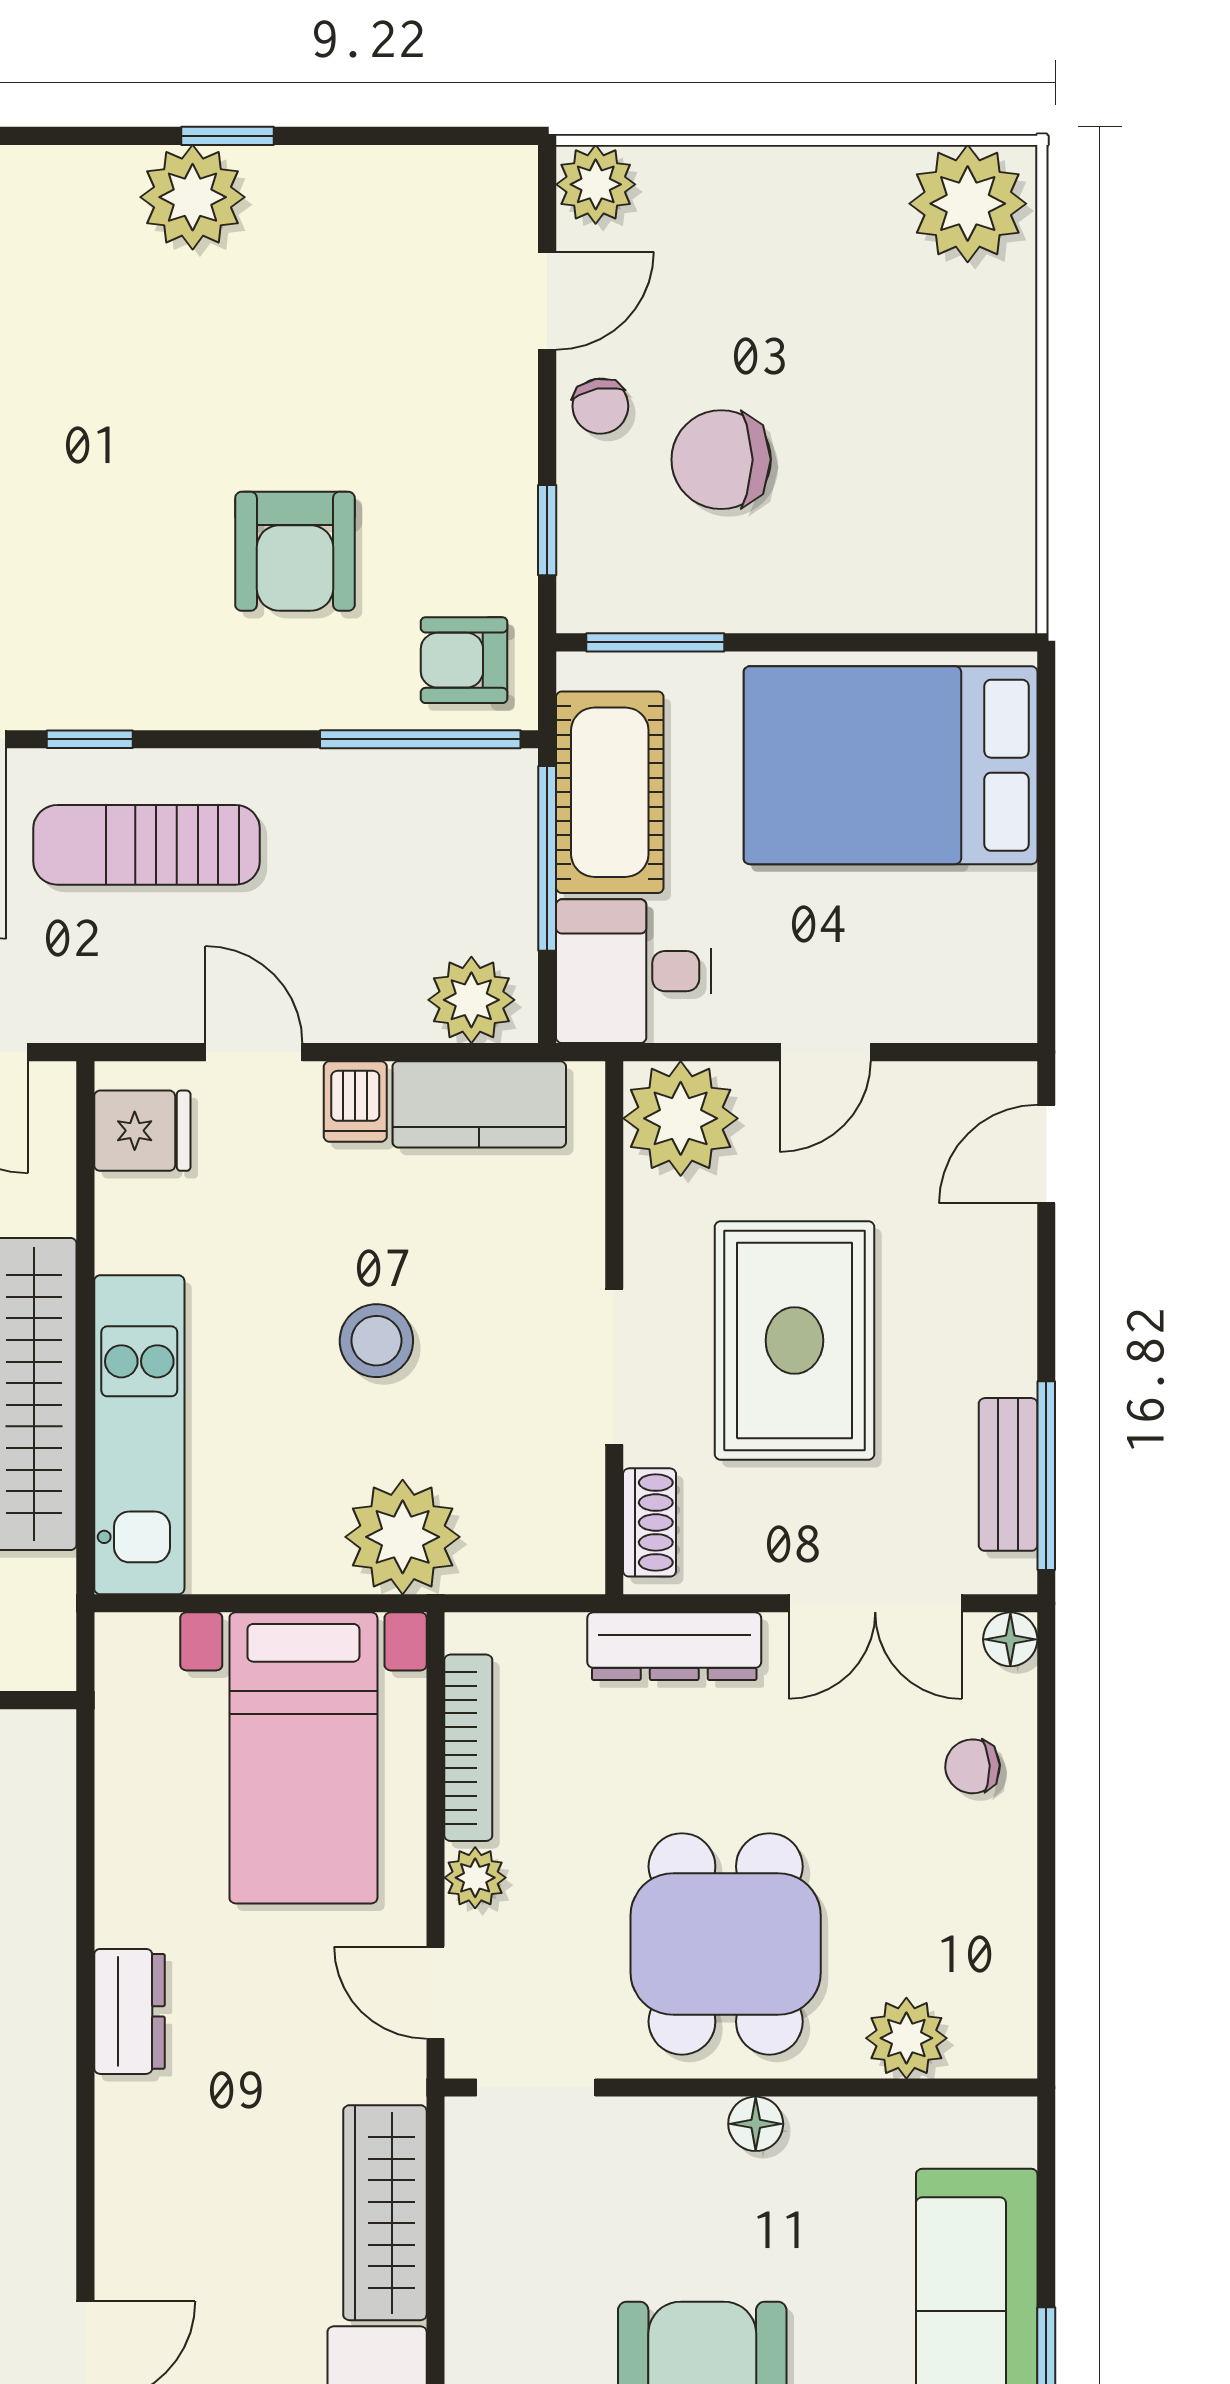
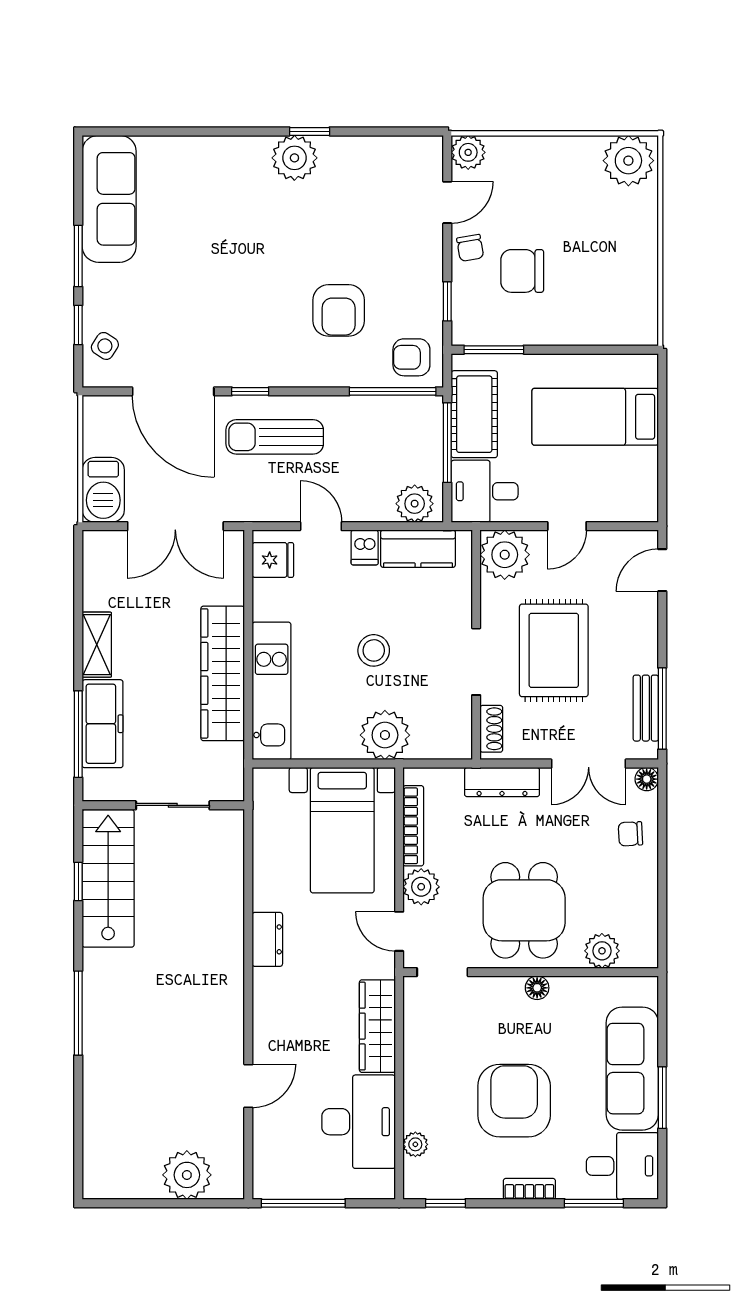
bed: (891, 765) -> (595, 417), width x0.67
plant: (475, 1878) -> (421, 887), width x1.38, depth x1.38

